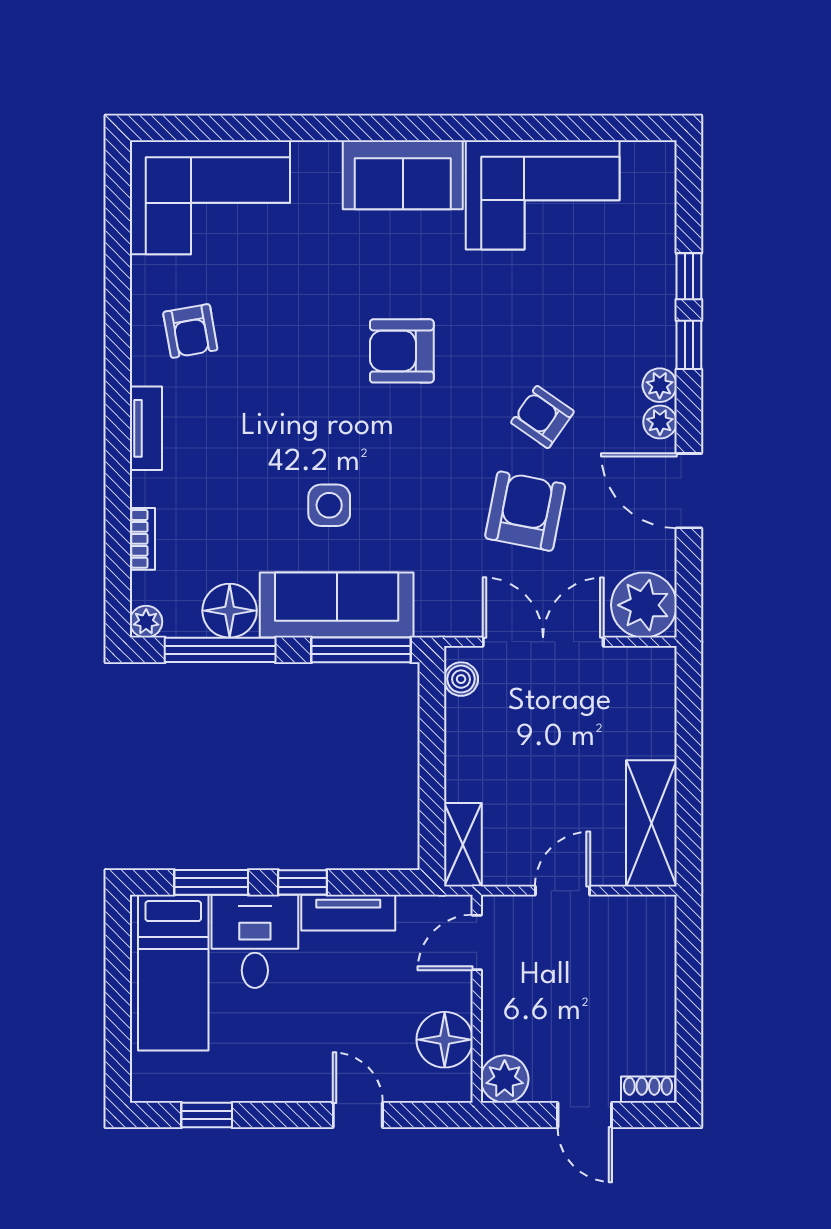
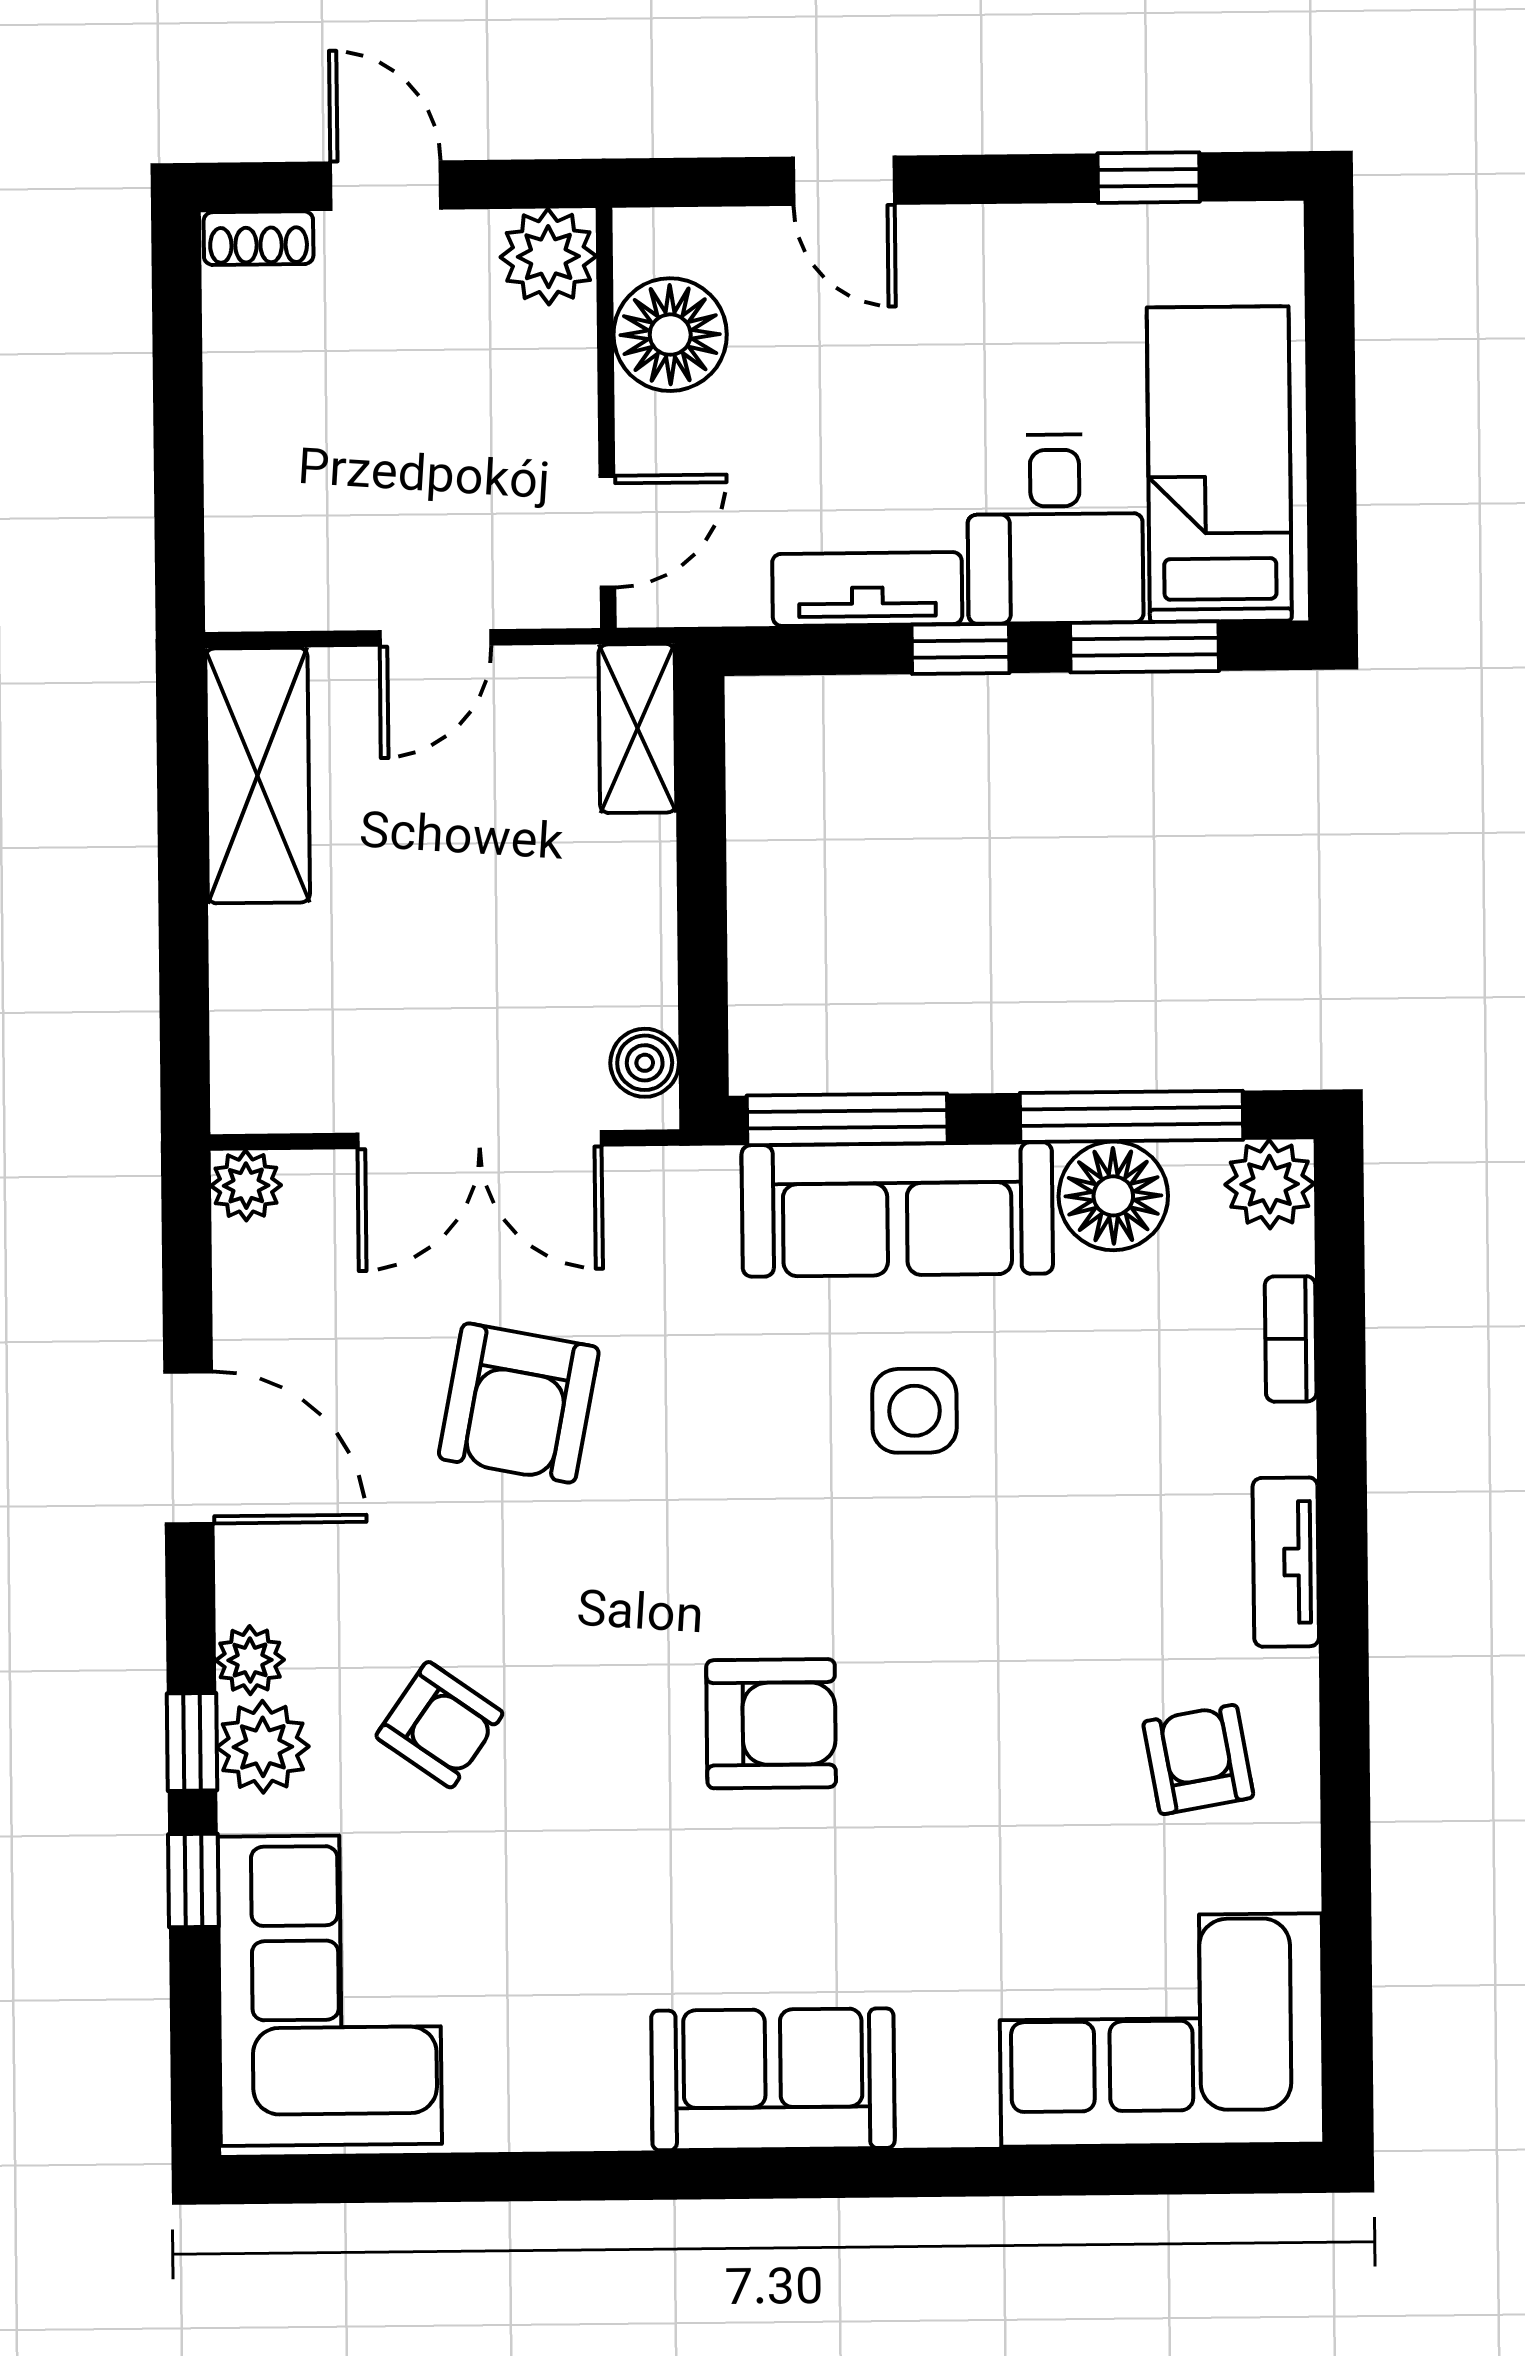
corner sofa: (543, 195) -> (330, 1990), moved, turned 90
armchair: (542, 417) -> (439, 1725), moved
plant: (660, 422) -> (263, 1747), moved, width x1.38, depth x1.38
plant: (644, 605) -> (246, 1186), width x0.53, depth x0.53
plant: (146, 622) -> (1270, 1184), width x1.38, depth x1.38

